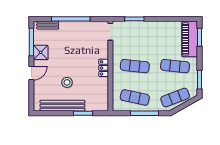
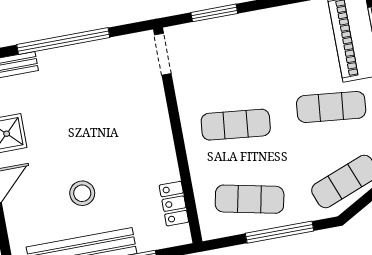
locker: (104, 68) -> (174, 204), moved

